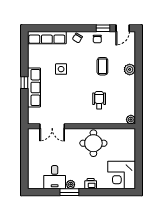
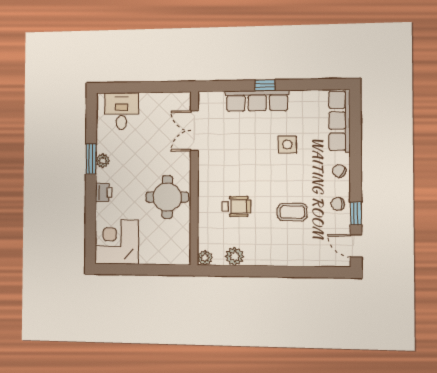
plant: (130, 69) -> (235, 256), moved
desk: (55, 177) -> (121, 111), moved, turned 90

